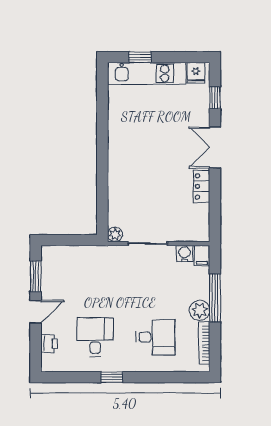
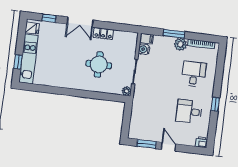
round table: (152, 185) -> (99, 65), added
window: (215, 298) -> (174, 34), width x0.69
printer: (49, 344) -> (201, 142), moved

